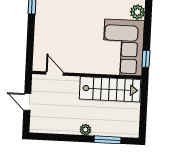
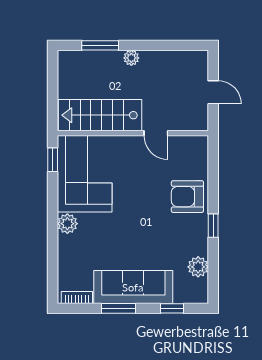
armchair: (50, 27) -> (187, 197), added
door: (55, 73) -> (156, 133), moved

